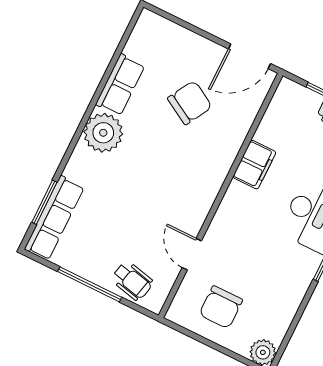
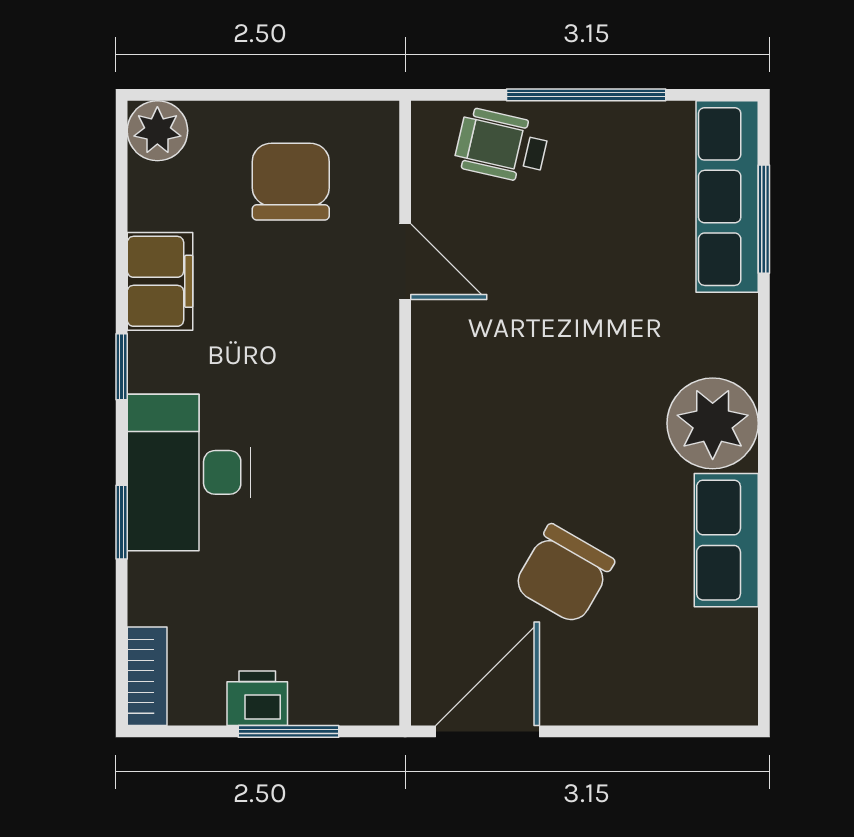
filing cabinet: (254, 165) -> (160, 281), moved, turned 180

